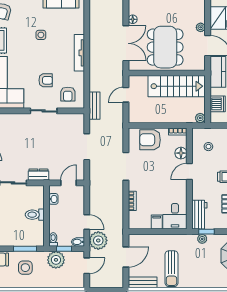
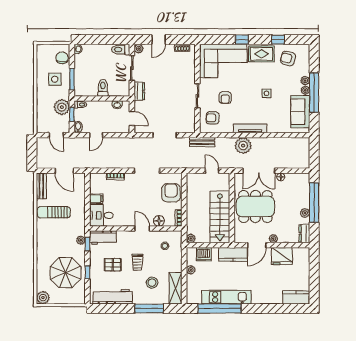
plant: (98, 240) -> (243, 146), moved

